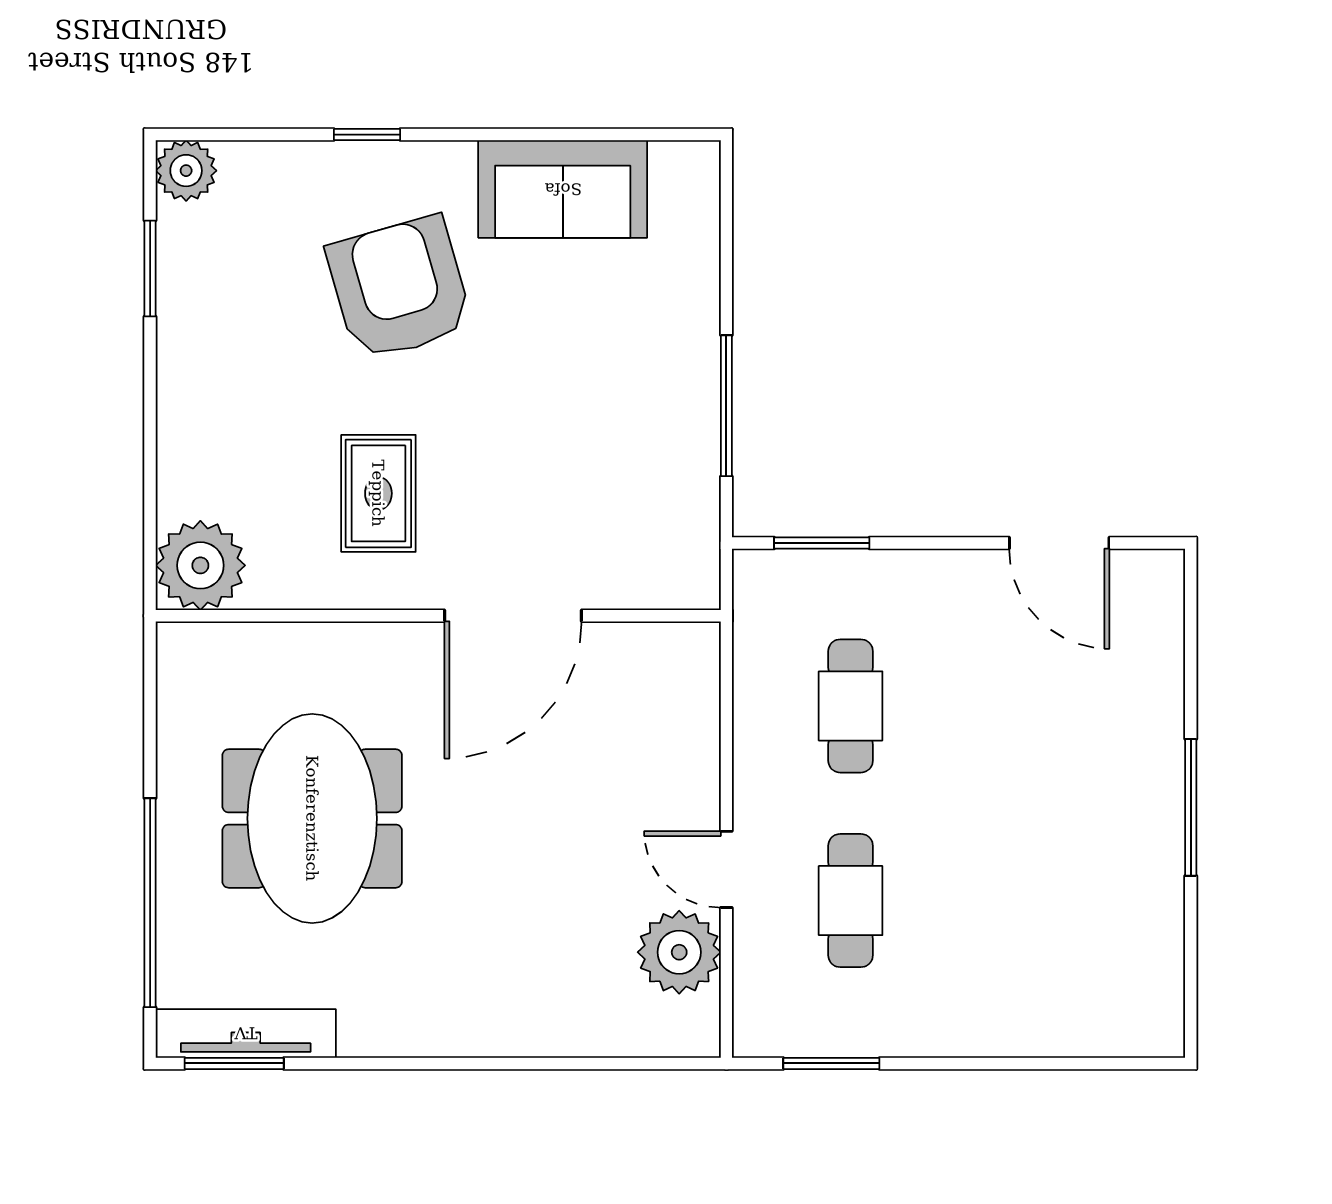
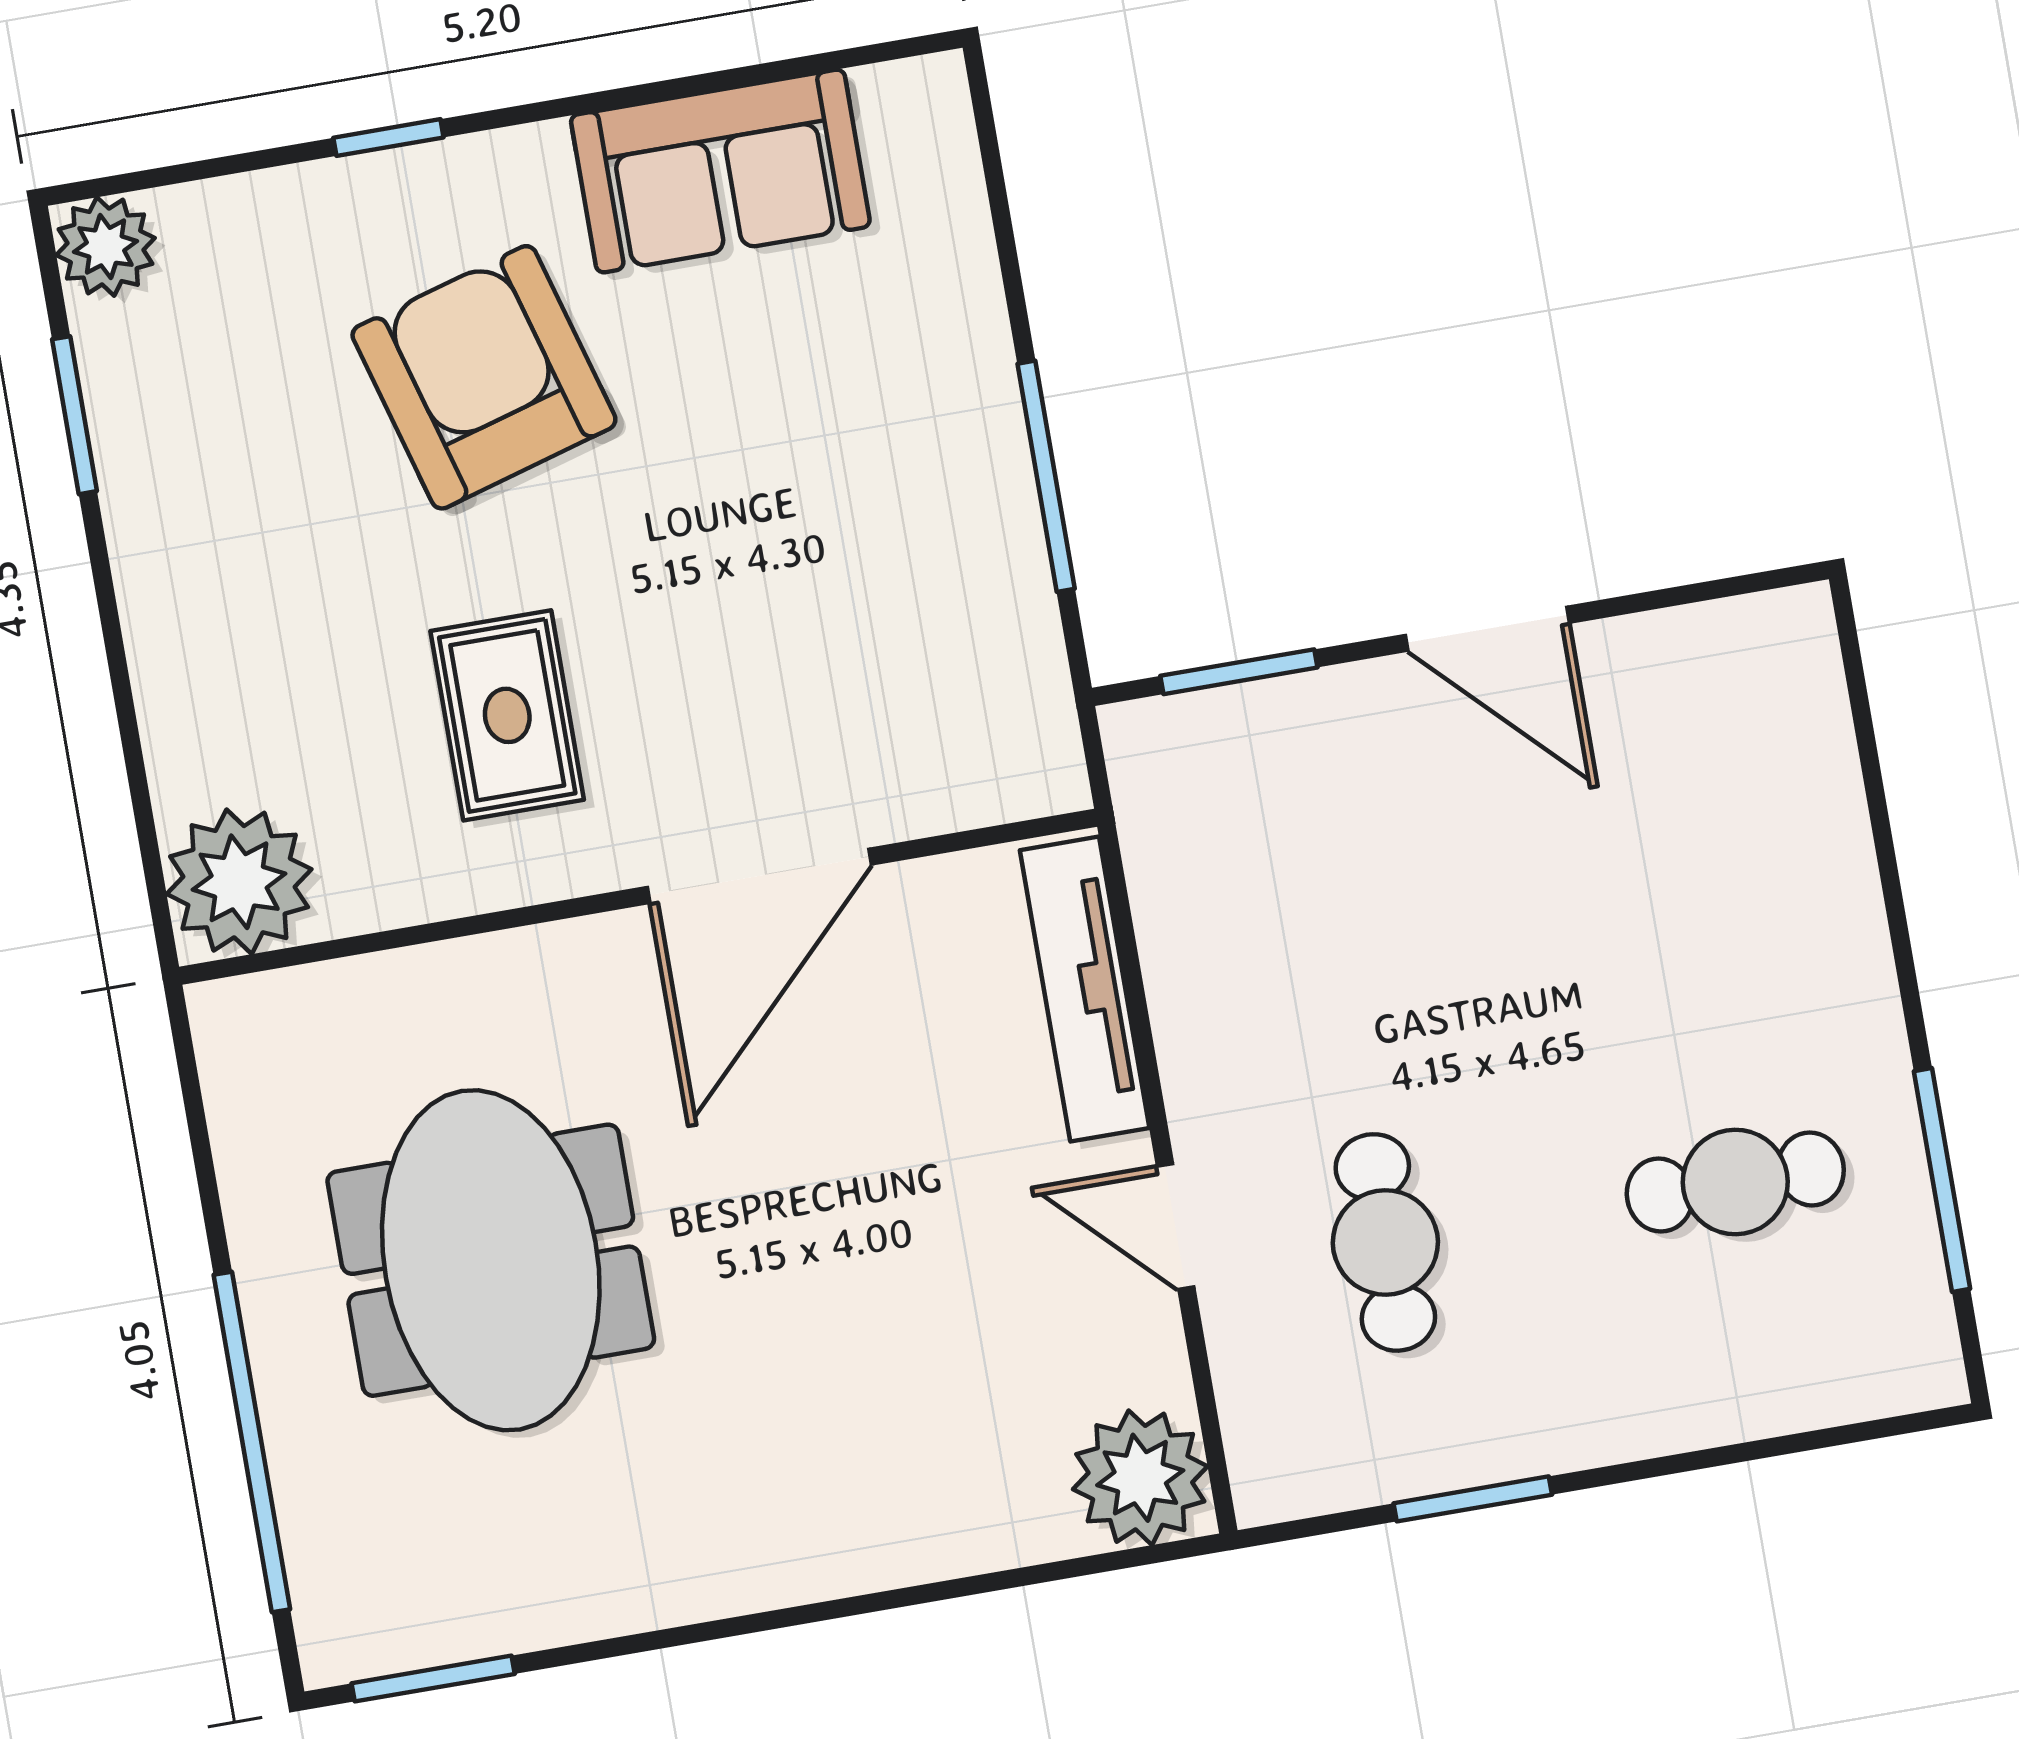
door: (1059, 543) -> (1487, 629), moved
cafe table: (851, 706) -> (1735, 1182), moved, turned 90
window: (1191, 807) -> (1942, 1180), moved
plant: (679, 952) -> (1140, 1478), moved
tv unit: (246, 1033) -> (1085, 989), moved, turned -90
window: (831, 1063) -> (1473, 1499), moved

